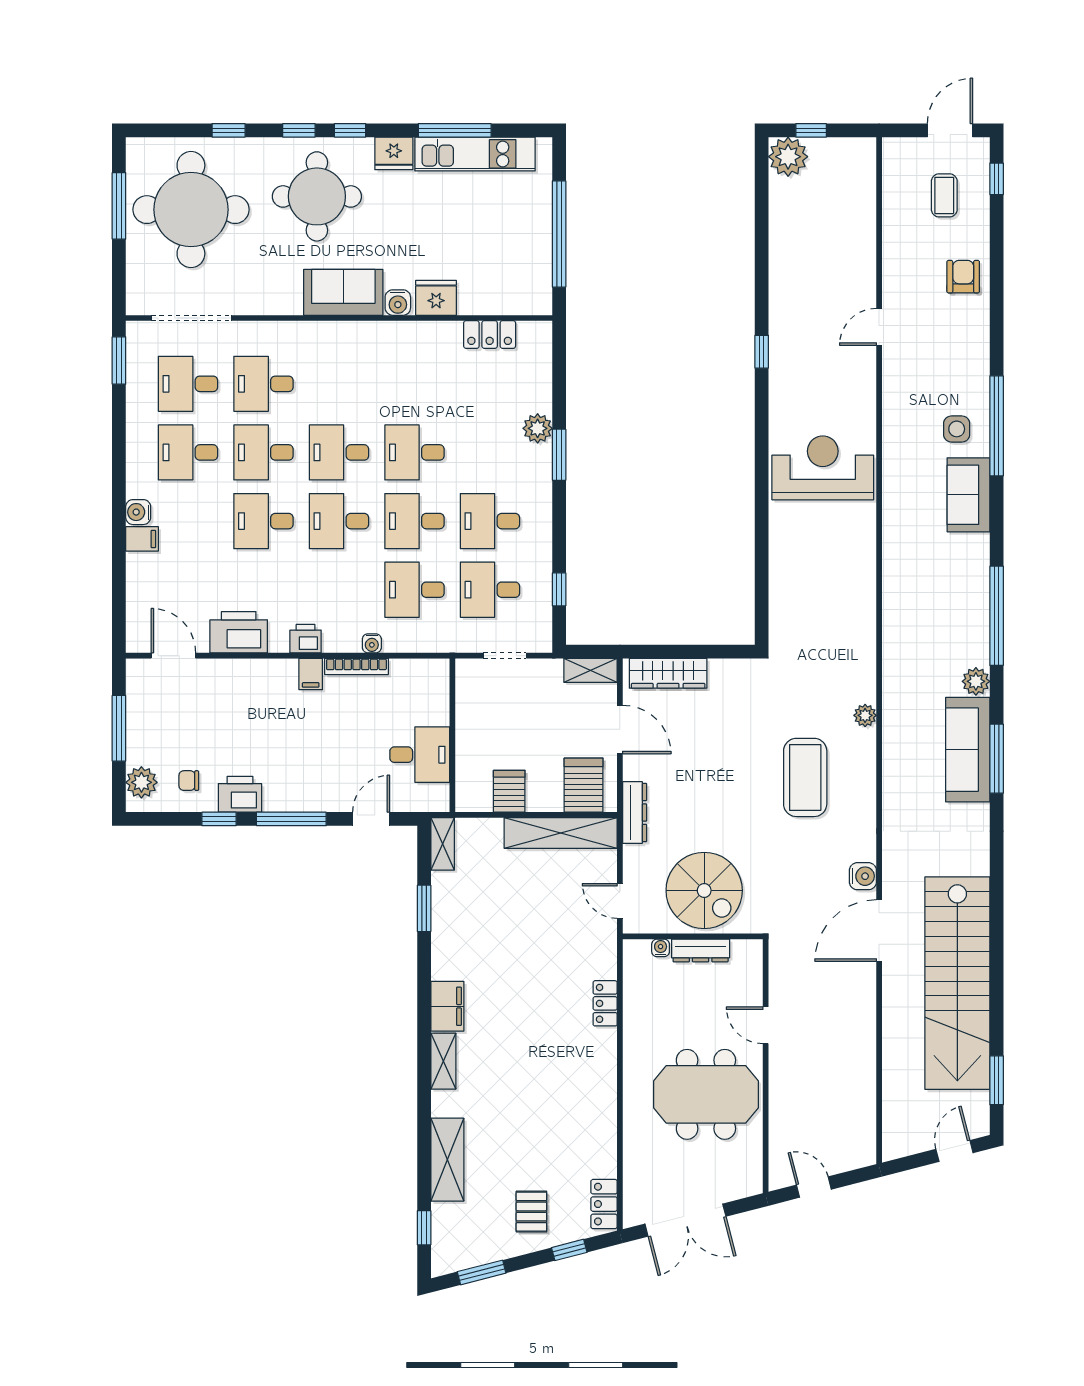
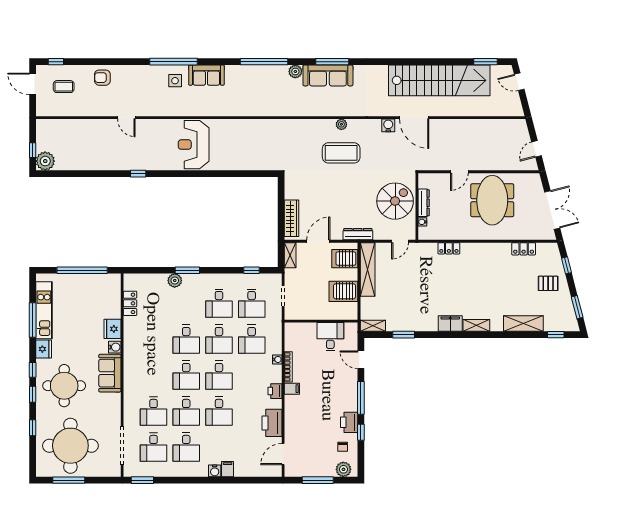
plant: (865, 715) -> (341, 124), moved
server rack: (509, 791) -> (343, 291), width x1.36, depth x1.44
locker: (604, 1204) -> (524, 249), moved

